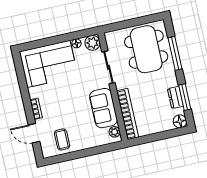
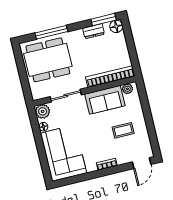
window: (185, 97) -> (104, 20), moved
door: (34, 133) -> (142, 163), moved
coffee table: (62, 140) -> (123, 130), moved

